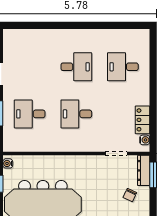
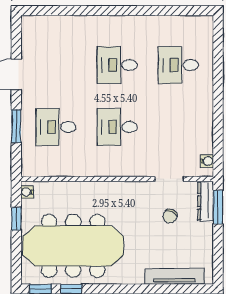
desk: (76, 67) -> (117, 65), turned 180
locker: (143, 120) -> (204, 135), removed
chair: (130, 195) -> (170, 216), moved

